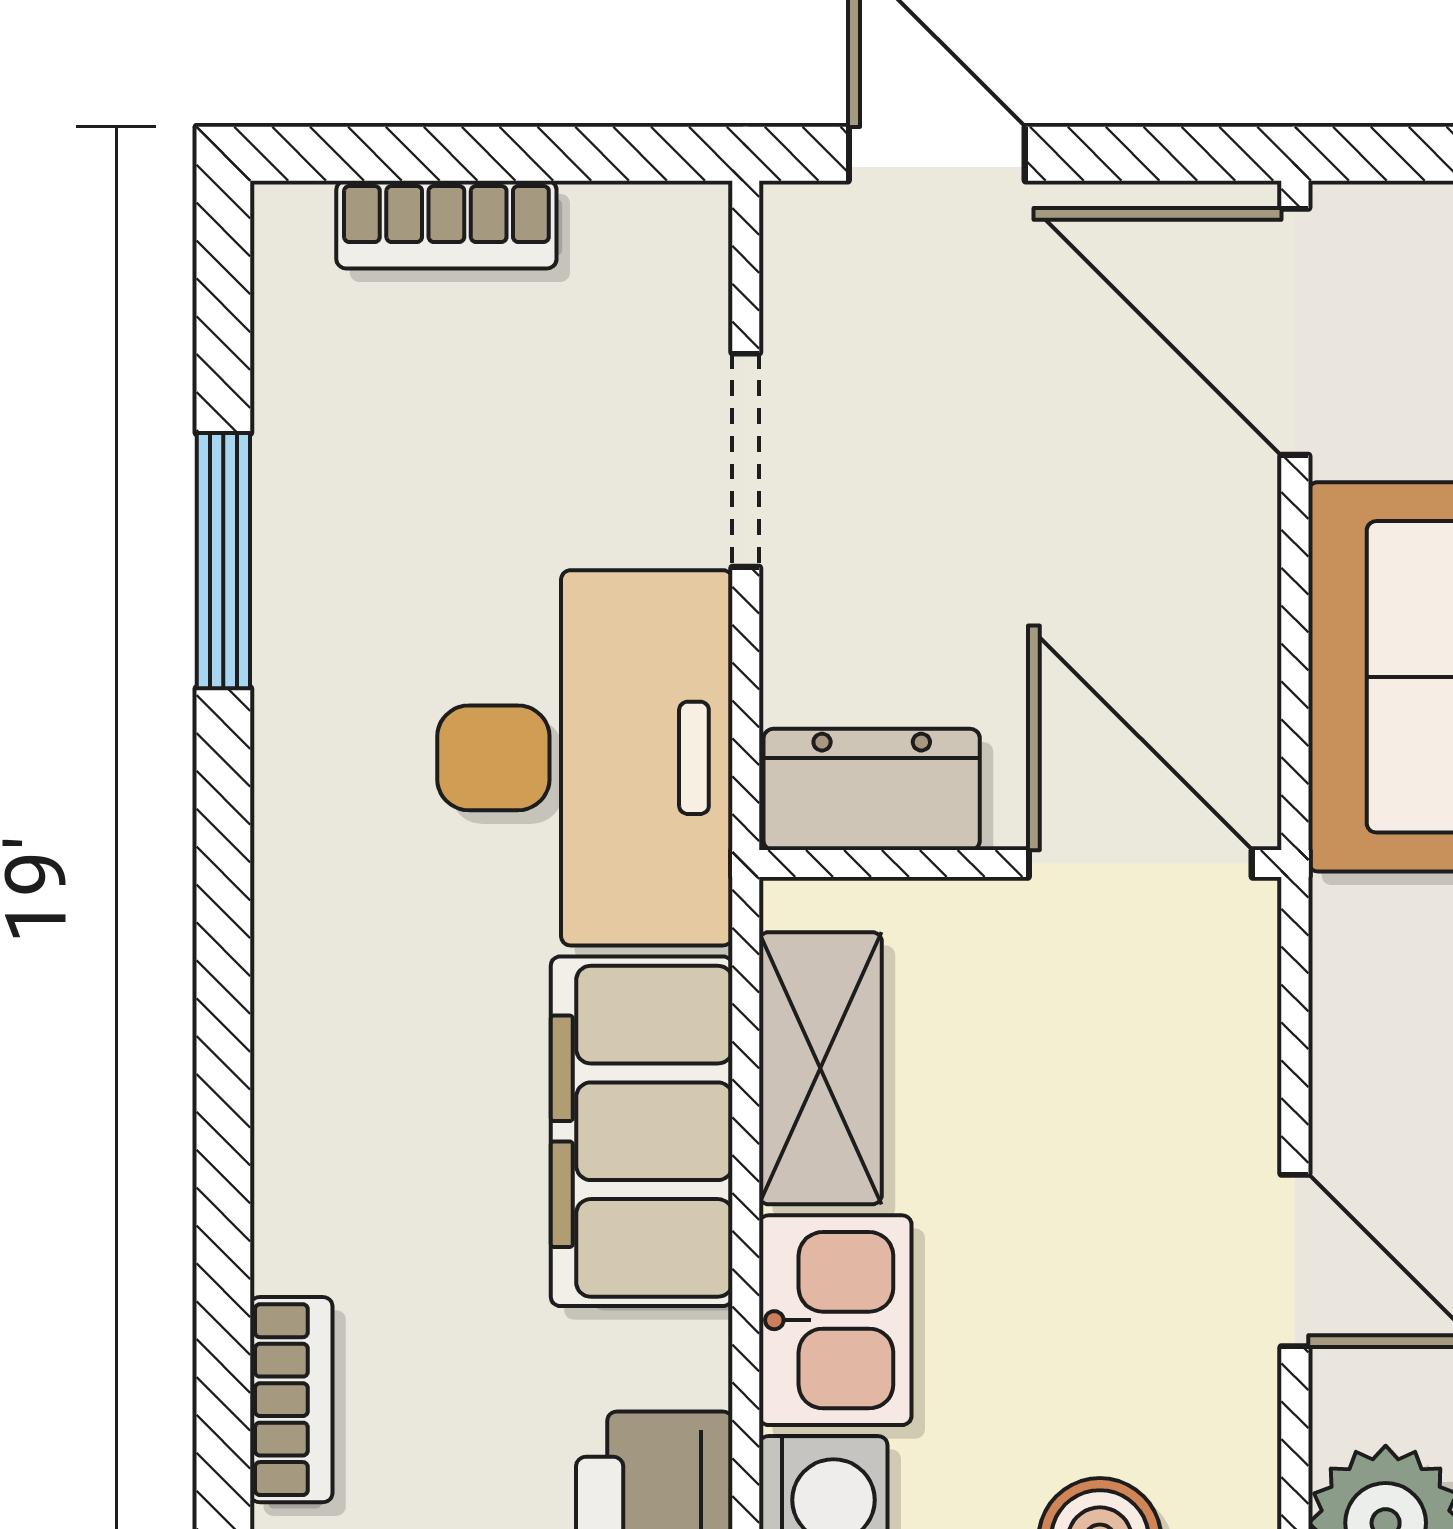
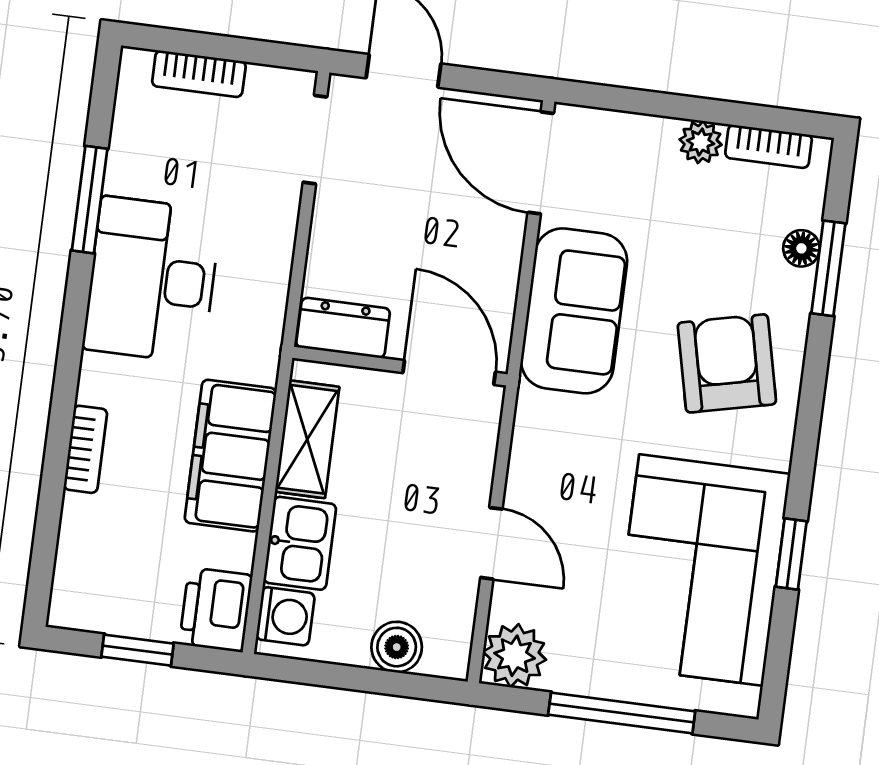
doorway: (746, 460) -> (315, 140), moved
desk: (585, 758) -> (152, 280), moved, turned 180
bookcase: (291, 1400) -> (85, 449), moved

